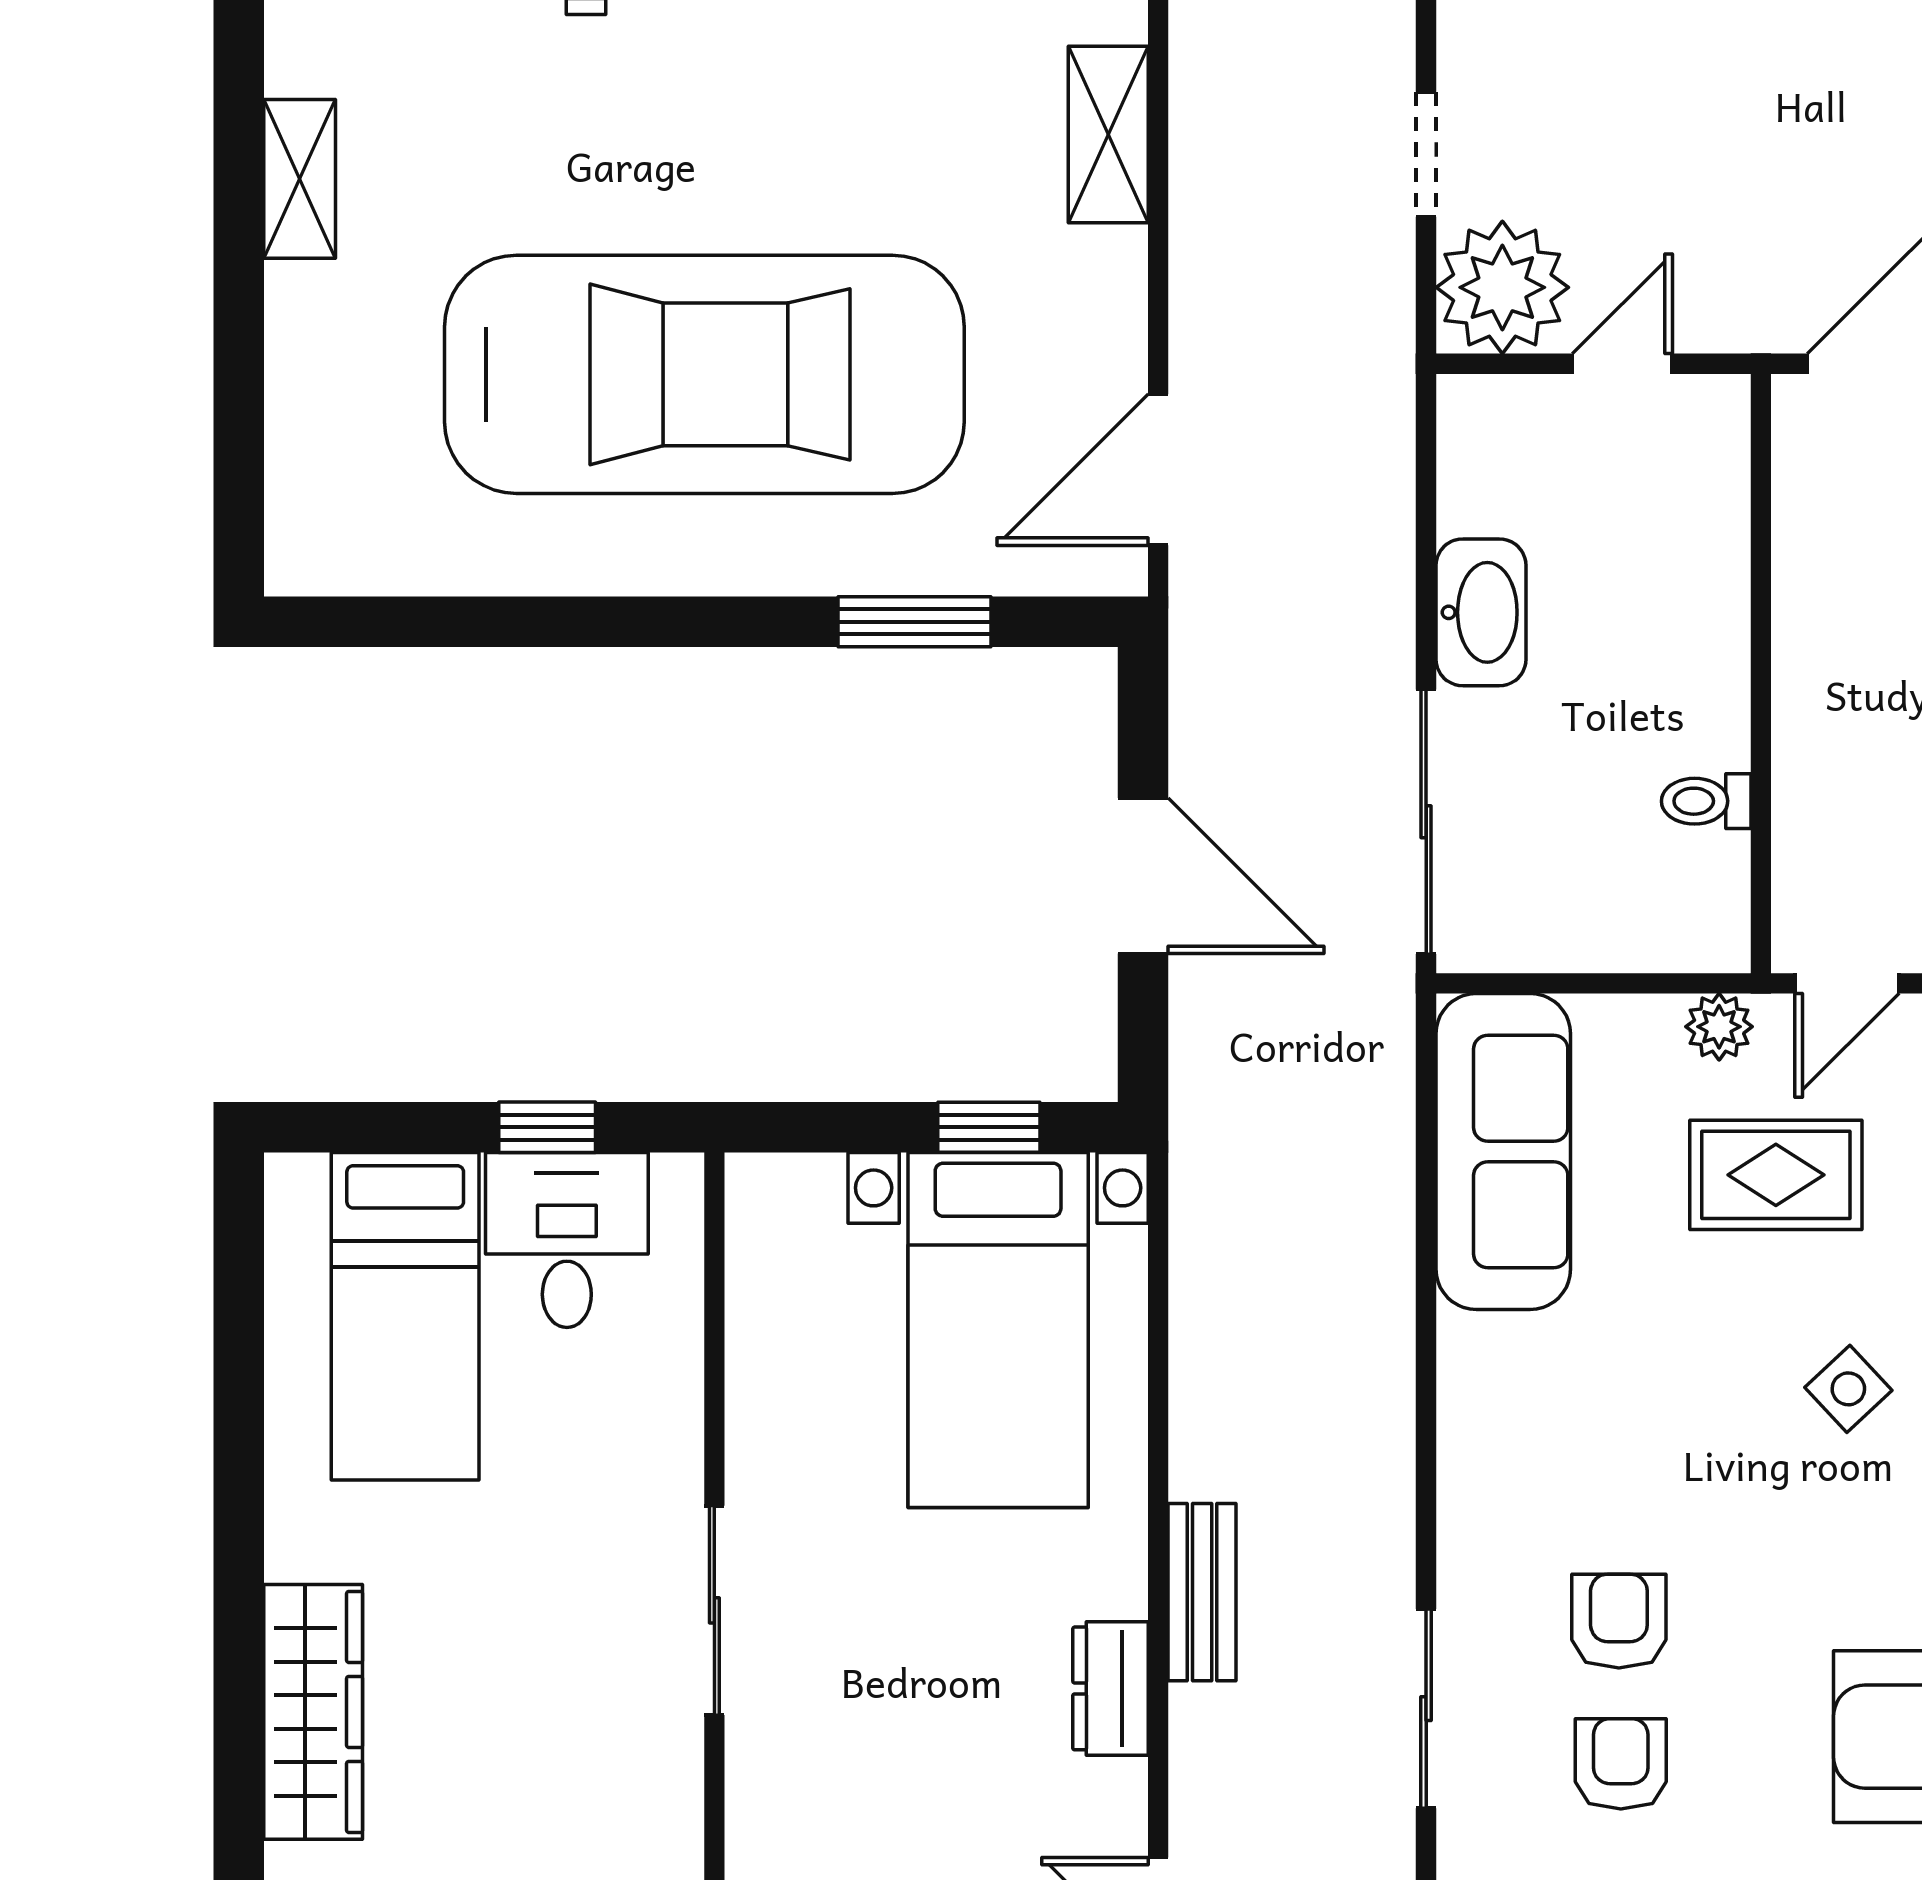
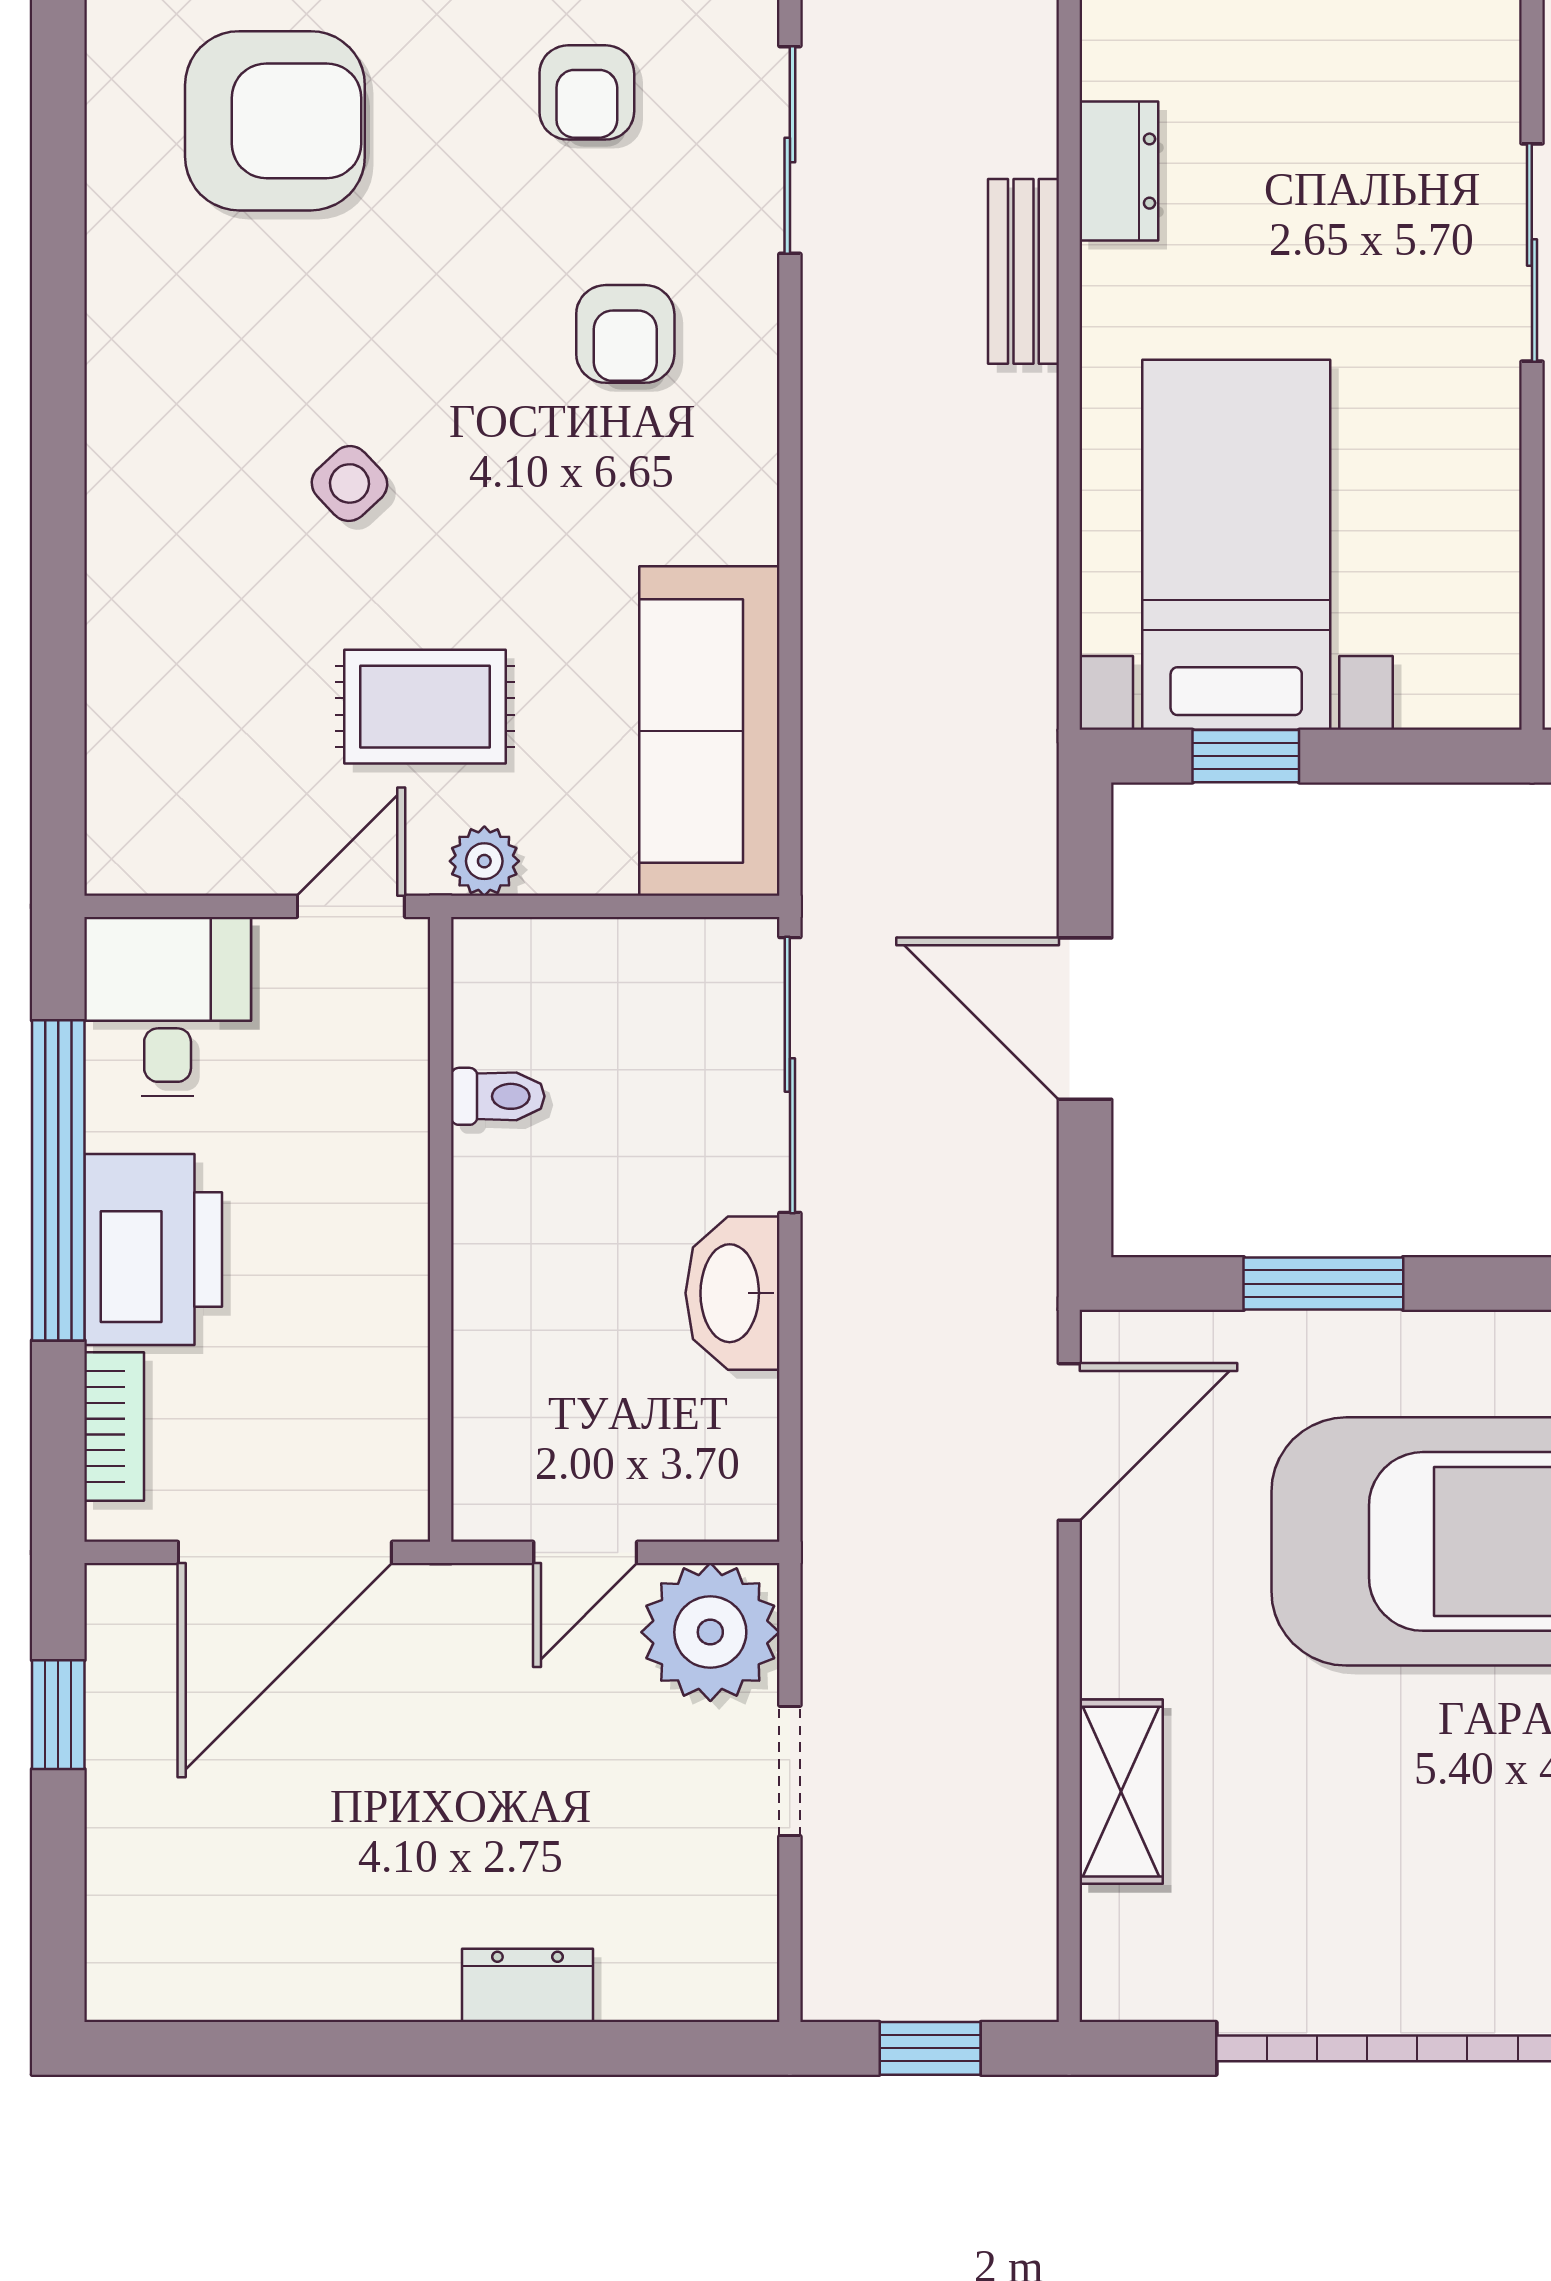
armchair: (1619, 1621) -> (625, 334), moved

